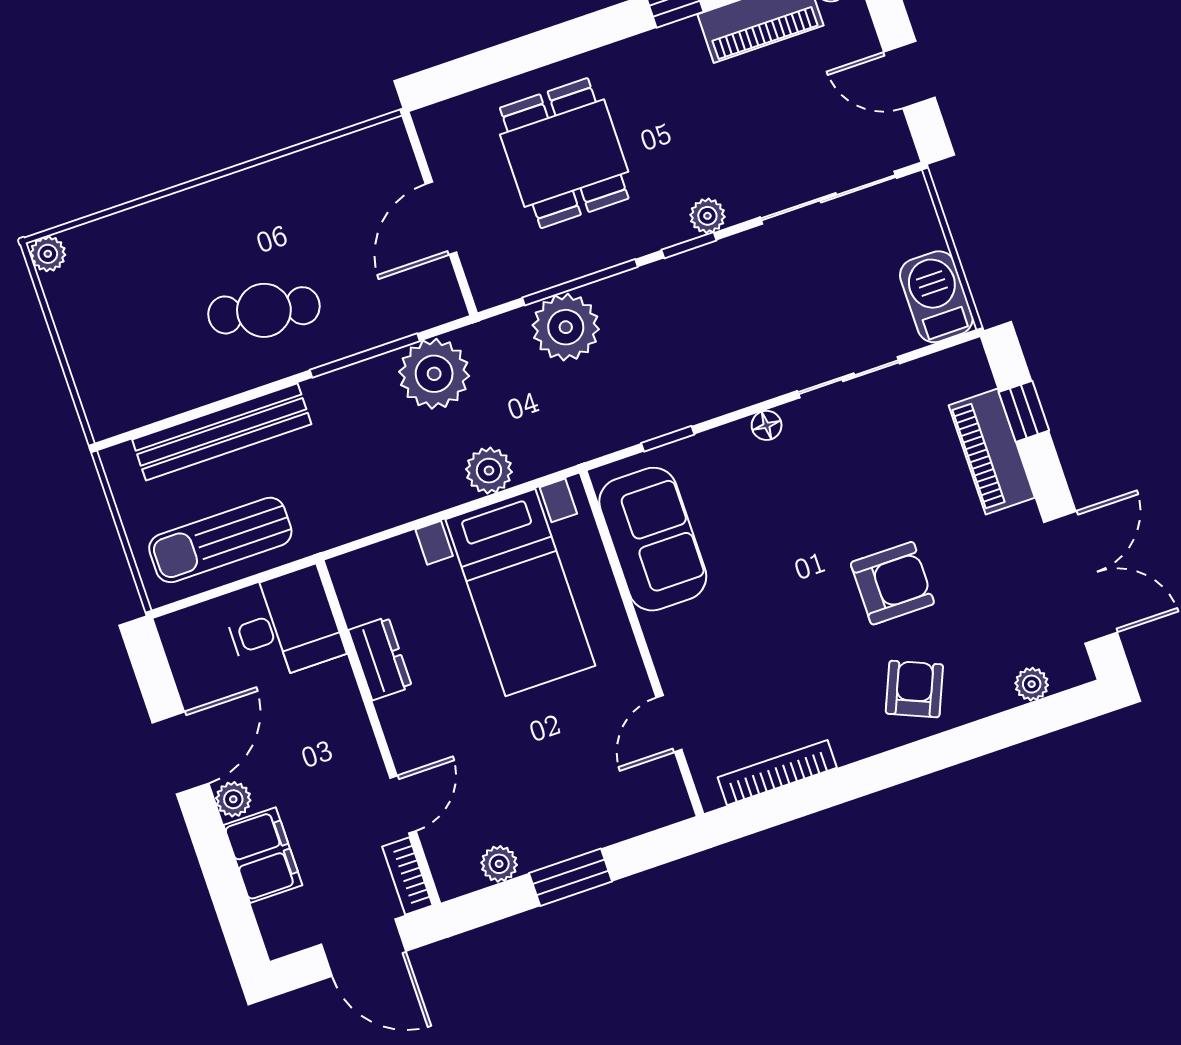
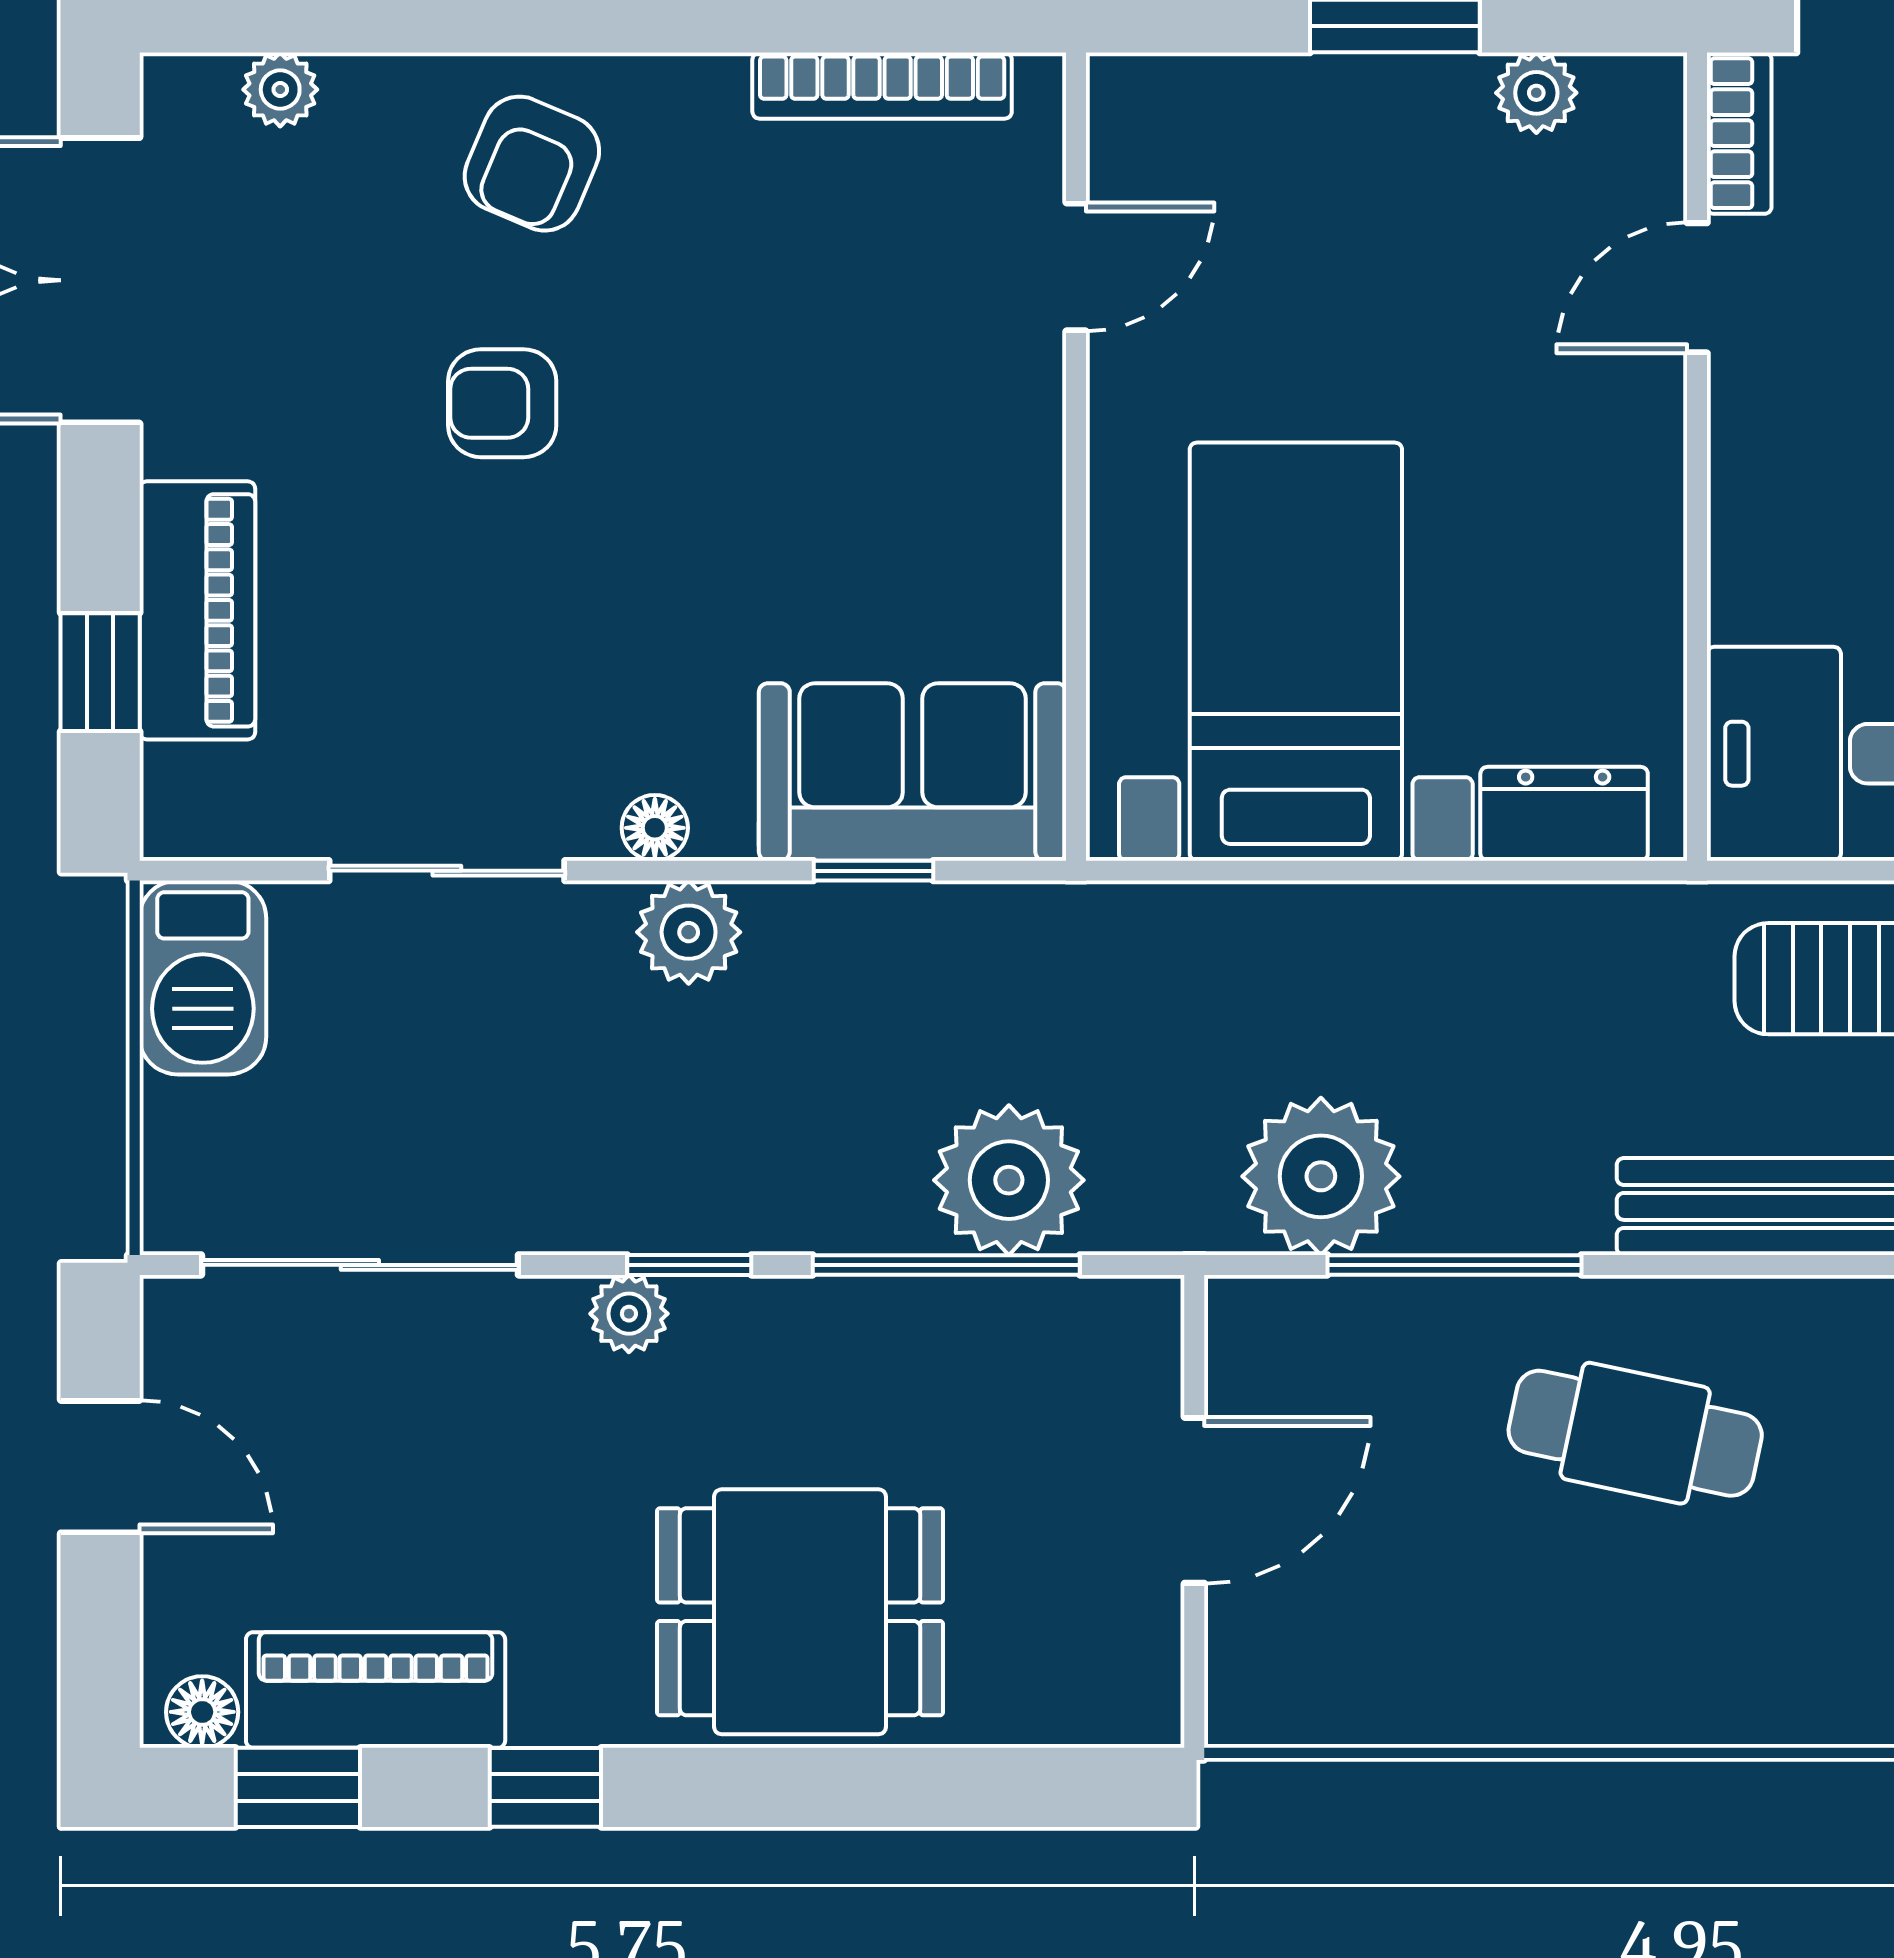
dining table: (564, 153) -> (800, 1612), moved, turned 90
plant: (489, 471) -> (689, 932), moved
sofa: (653, 539) -> (913, 772), moved, turned 90
armchair: (892, 583) -> (502, 403), width x0.72, depth x0.72
dresser: (380, 658) -> (1564, 814), moved, turned 90

